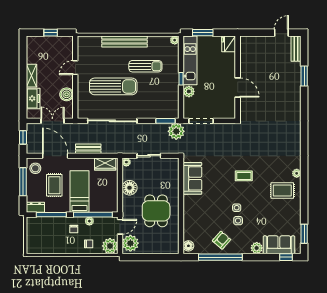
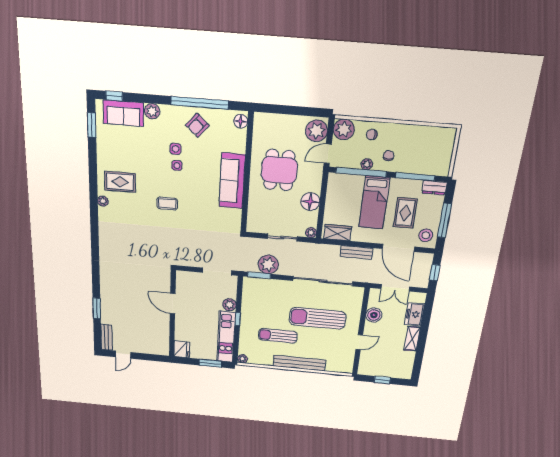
plant: (176, 131) -> (268, 264), moved
sofa: (192, 178) -> (232, 181), moved, width x1.36

